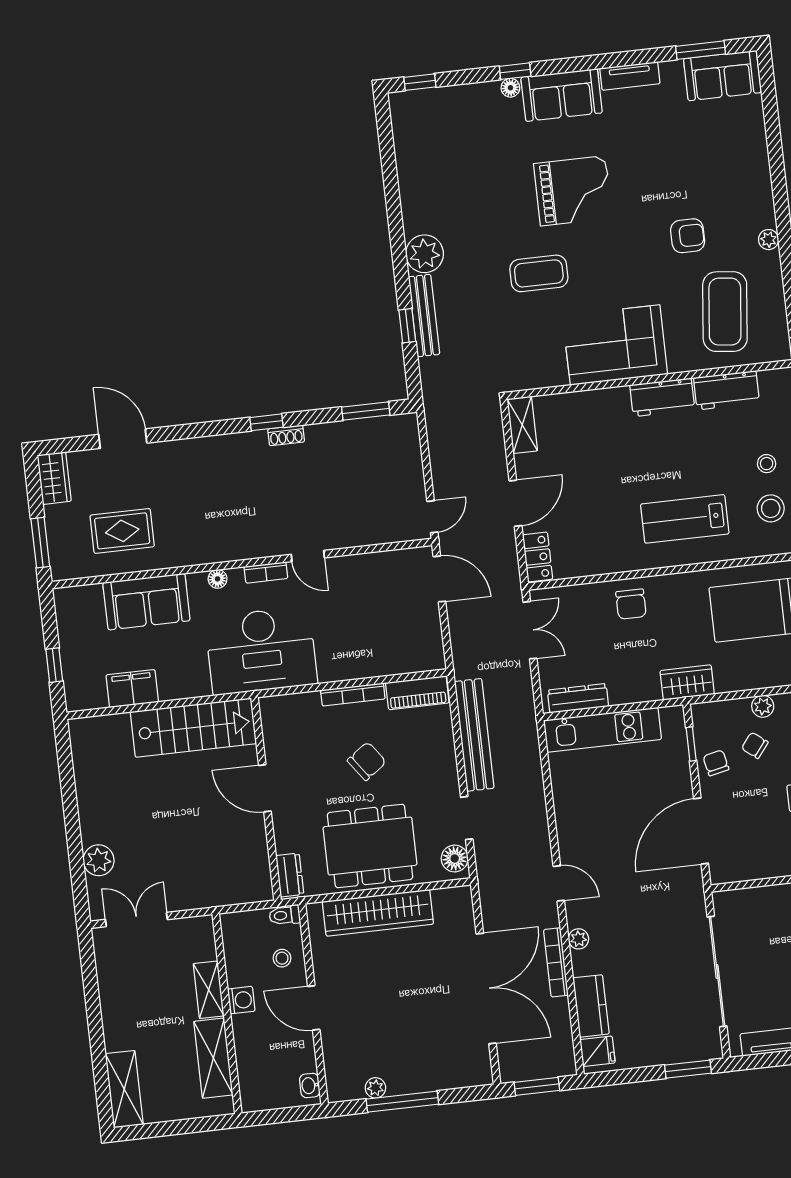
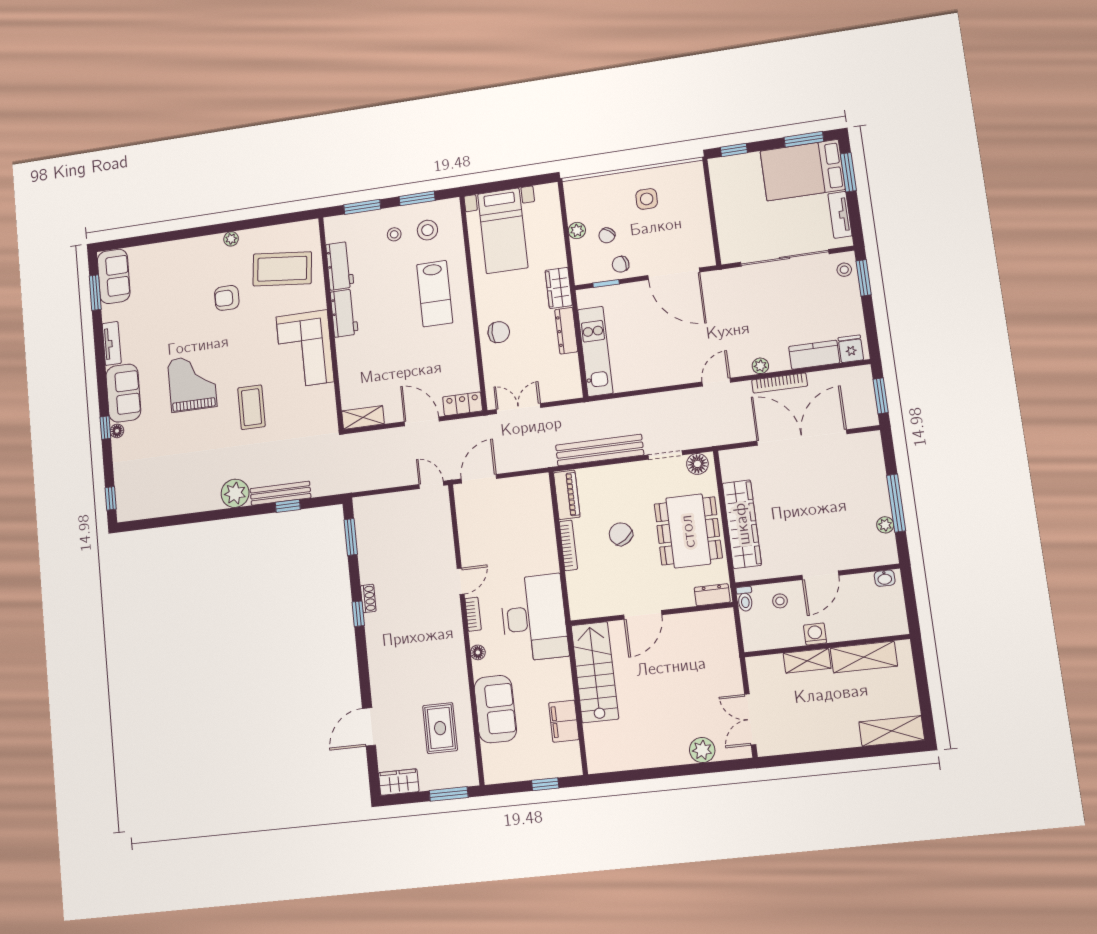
armchair: (688, 236) -> (227, 298), turned -90
dresser: (578, 698) -> (566, 331), moved
stool: (699, 1045) -> (844, 270), added

